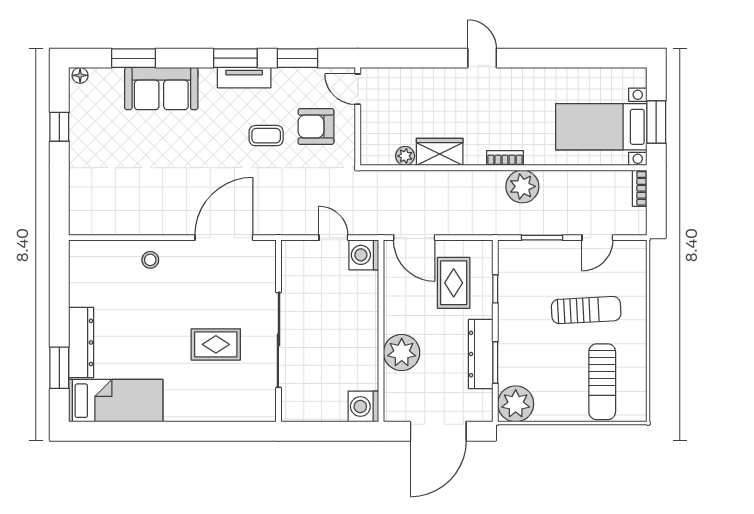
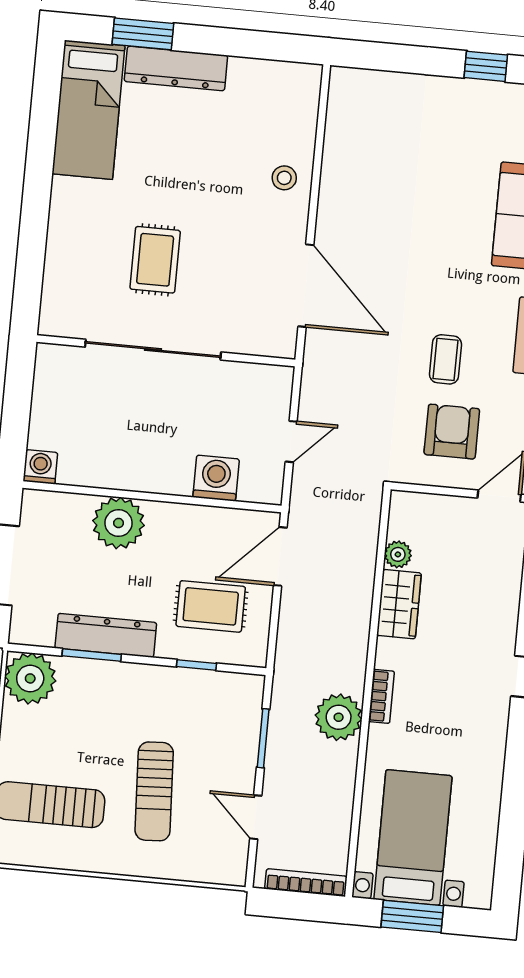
bookcase: (640, 188) -> (306, 883), width x1.56
washing machine: (364, 255) -> (216, 478), moved
washing machine: (363, 406) -> (40, 467), width x0.73, depth x0.73

